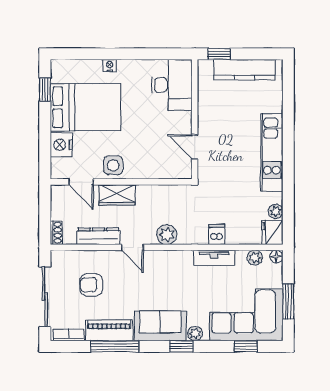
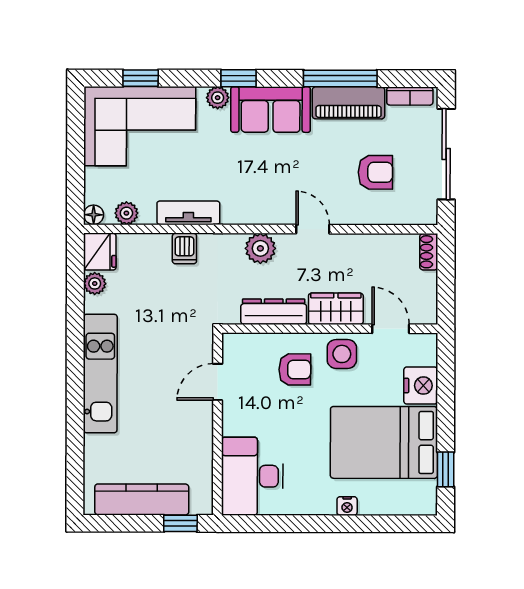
door: (195, 147) -> (218, 382), swing flipped
armchair: (144, 155) -> (295, 369), added
dresser: (98, 236) -> (274, 312), moved, turned 180
window: (288, 302) -> (76, 146), removed

